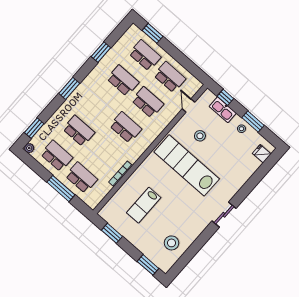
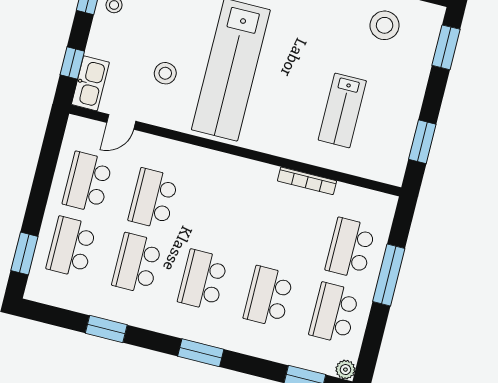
kitchen sink: (223, 110) -> (90, 83), moved
school desk: (126, 127) -> (203, 280), moved
lab bench: (144, 205) -> (342, 110), turned 90

